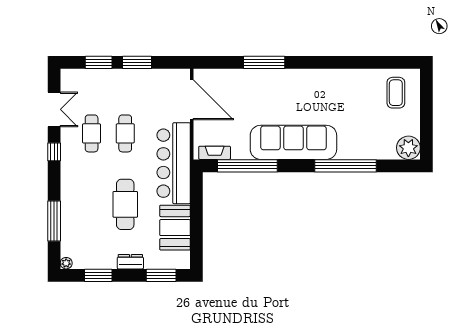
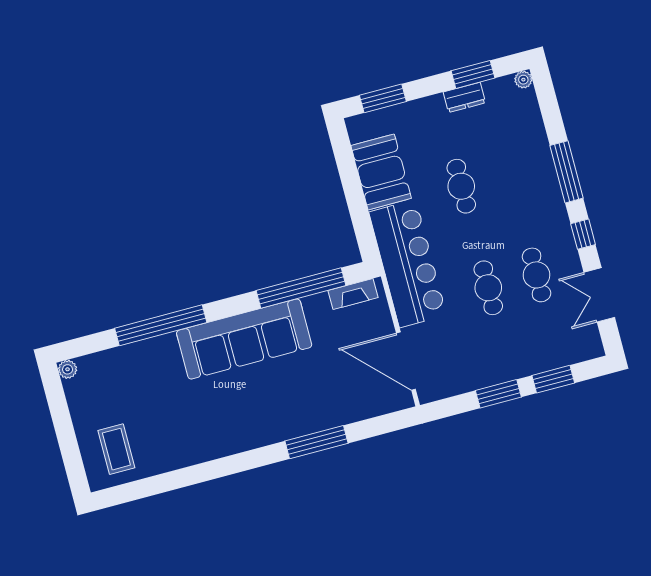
plant: (408, 148) -> (68, 369), width x0.53, depth x0.53
cafe table: (125, 204) -> (461, 186), width x0.73, depth x0.74
window: (54, 221) -> (566, 172), moved
dresser: (130, 262) -> (464, 97), moved

